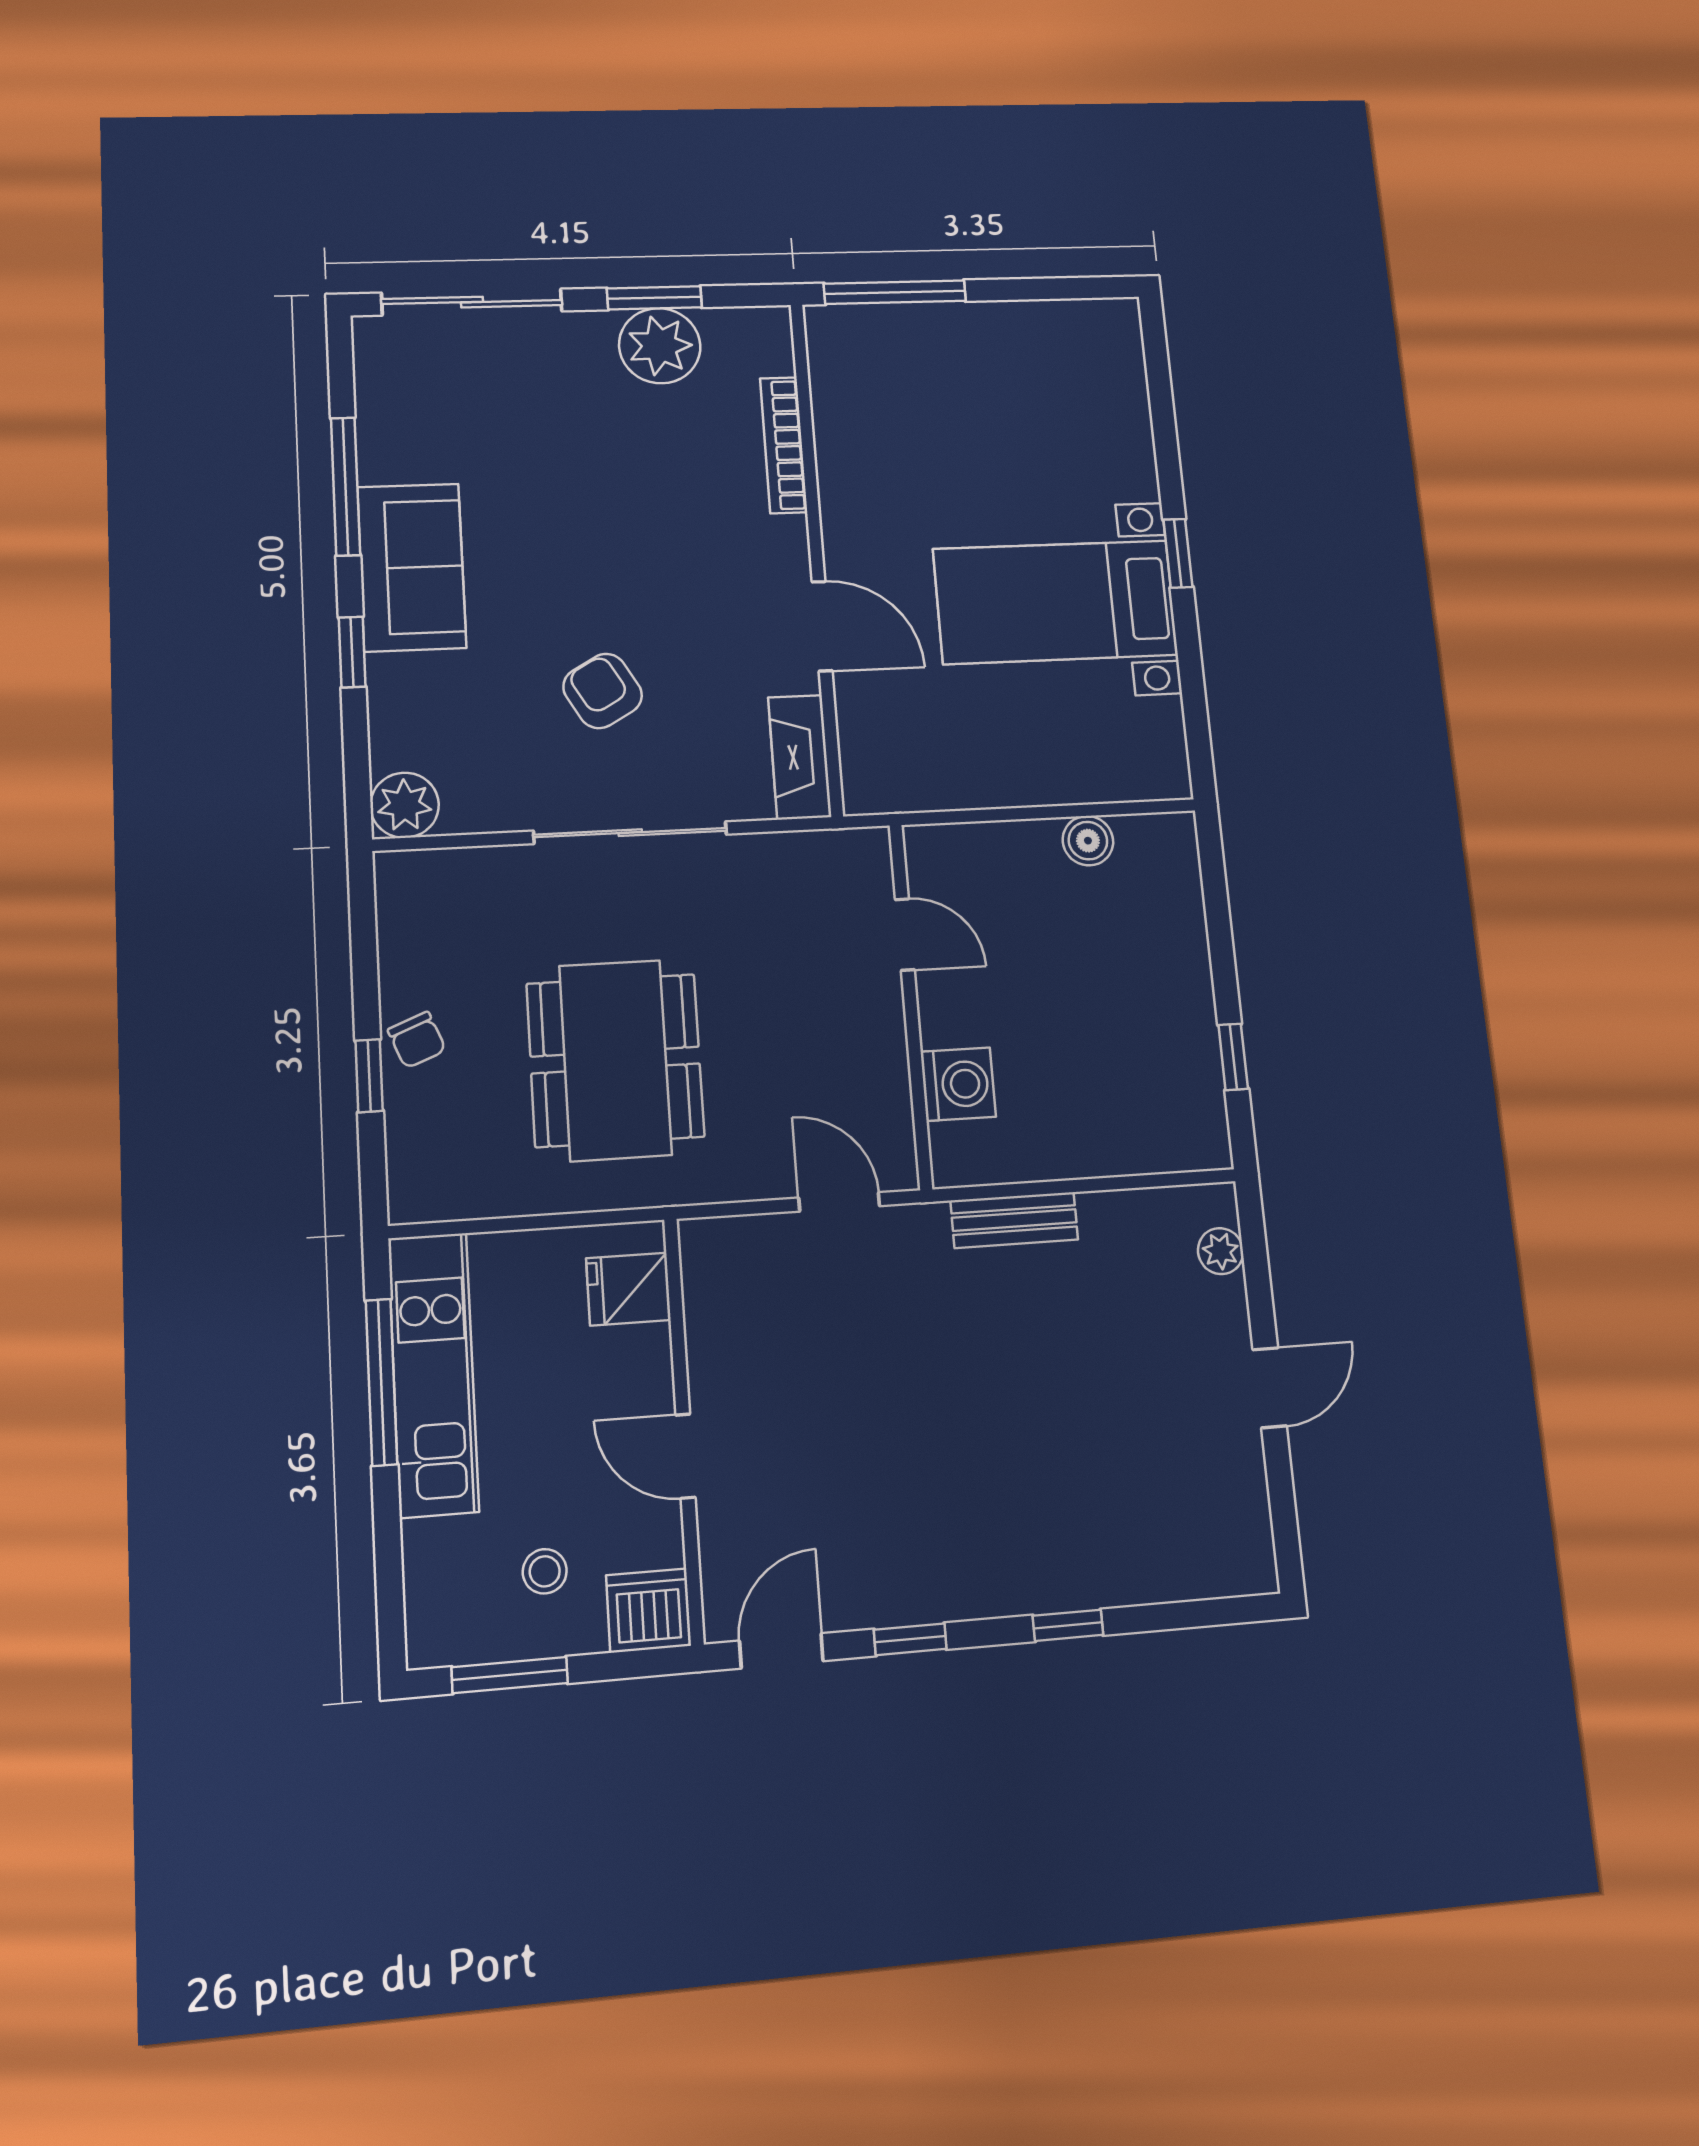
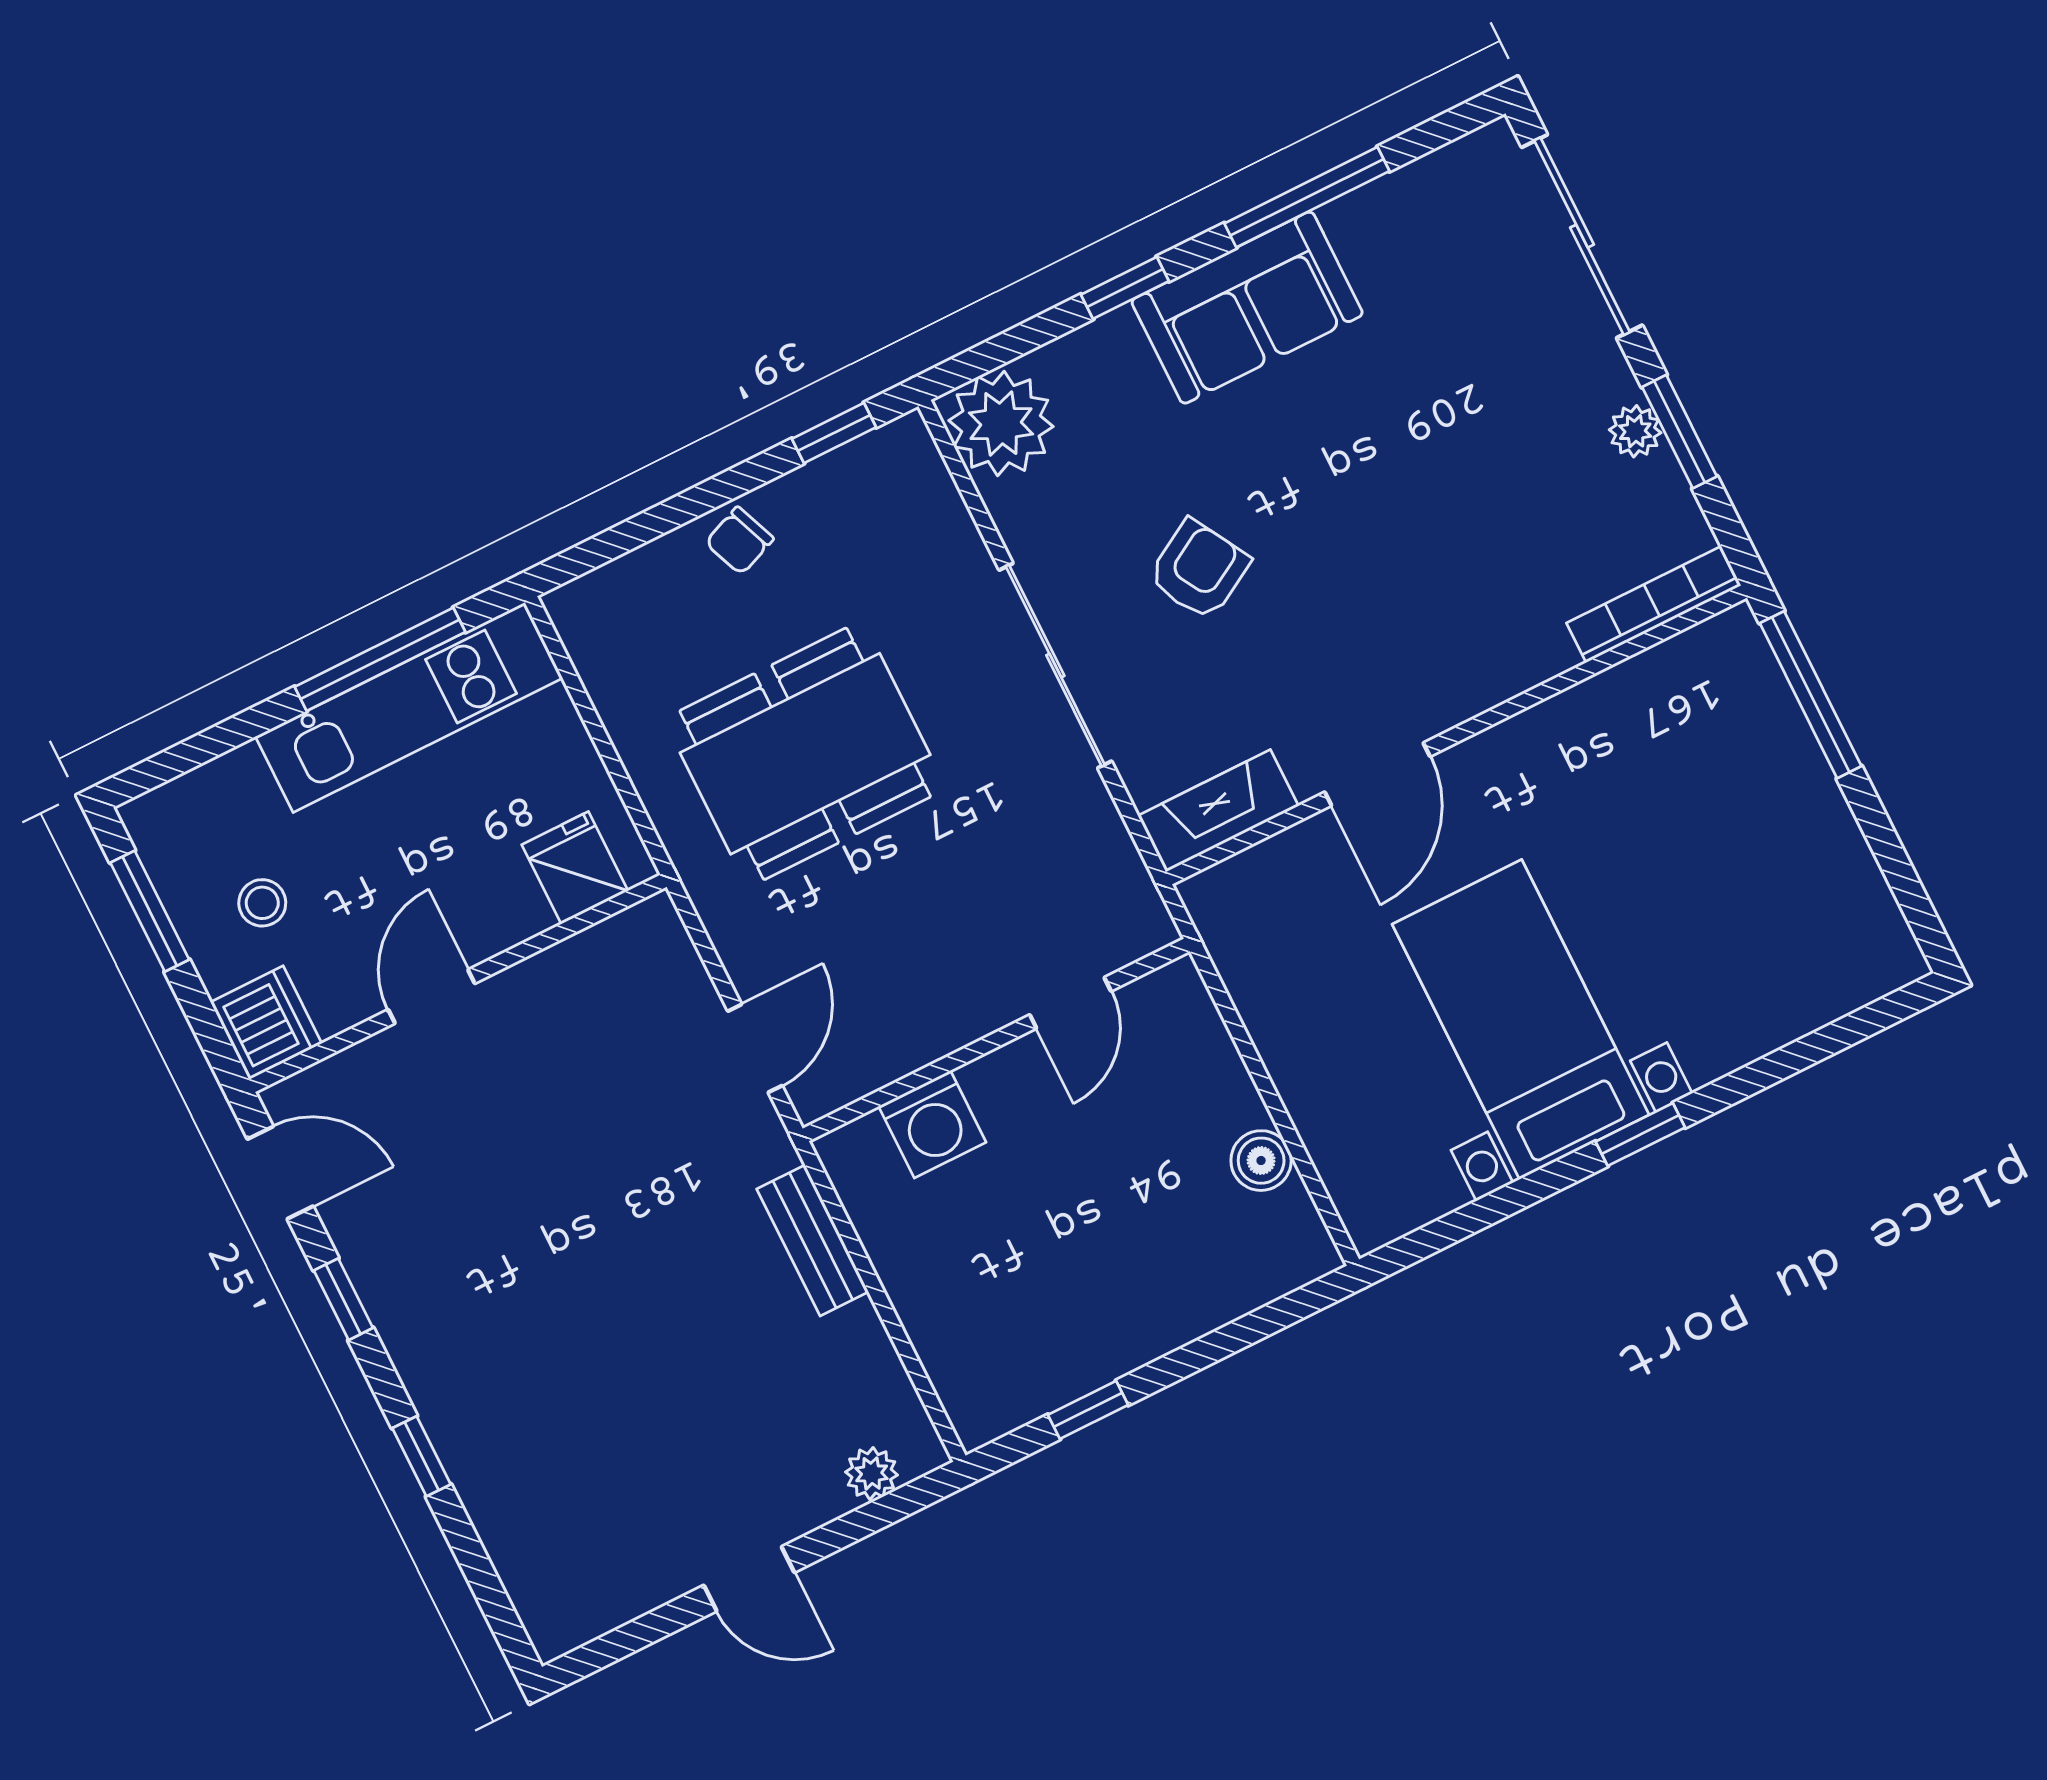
plant: (660, 346) -> (1635, 431), width x0.53, depth x0.53
bookcase: (784, 445) -> (1654, 604), moved
plant: (405, 805) -> (1001, 424), width x1.36, depth x1.36
window: (369, 1076) -> (834, 433), moved

